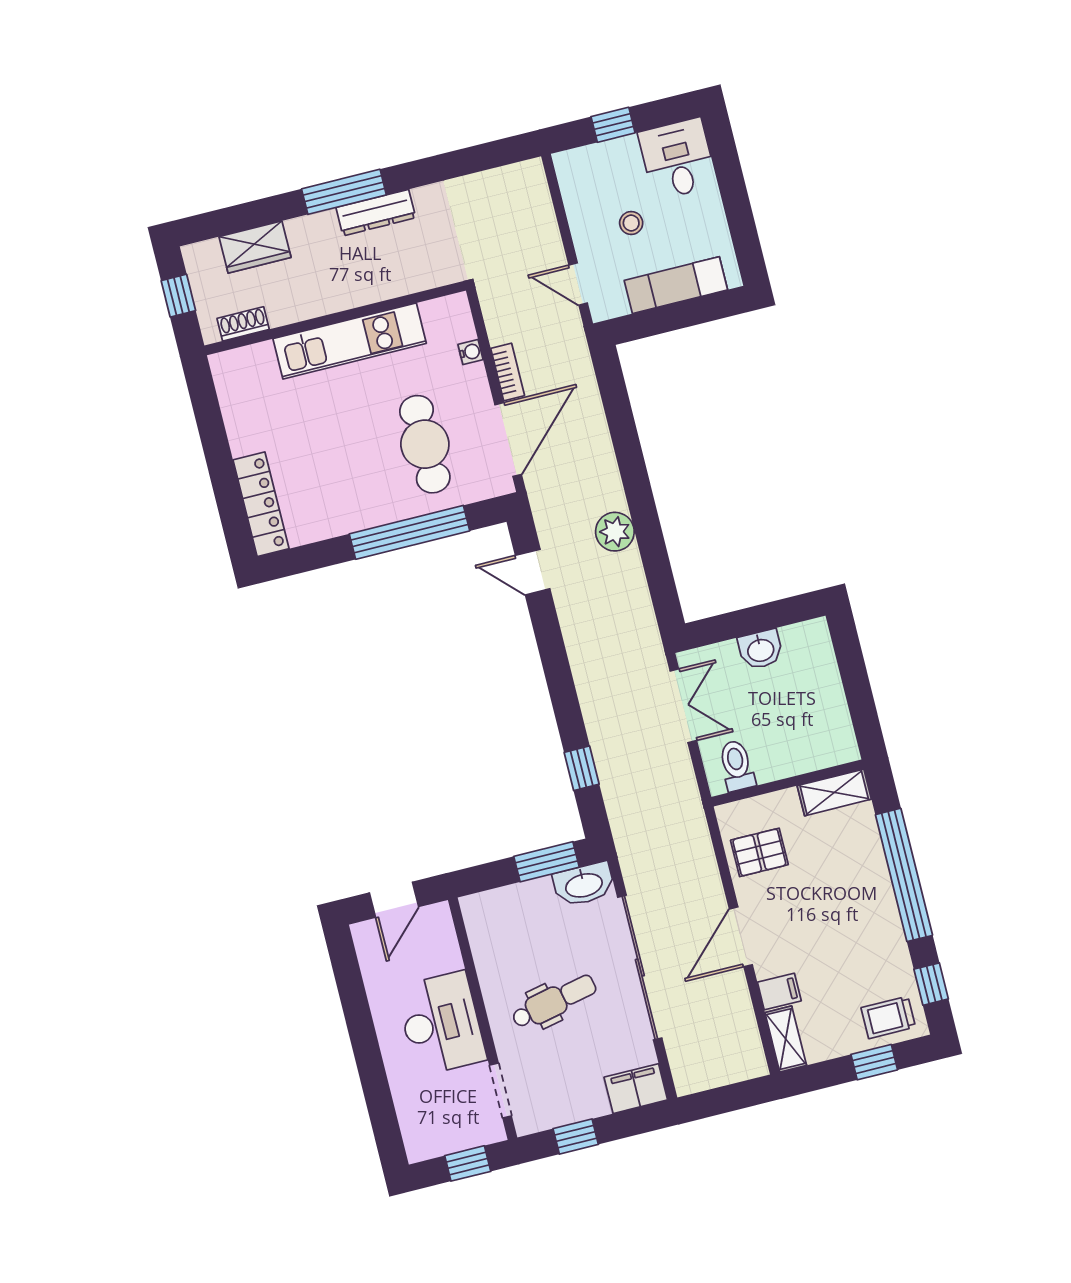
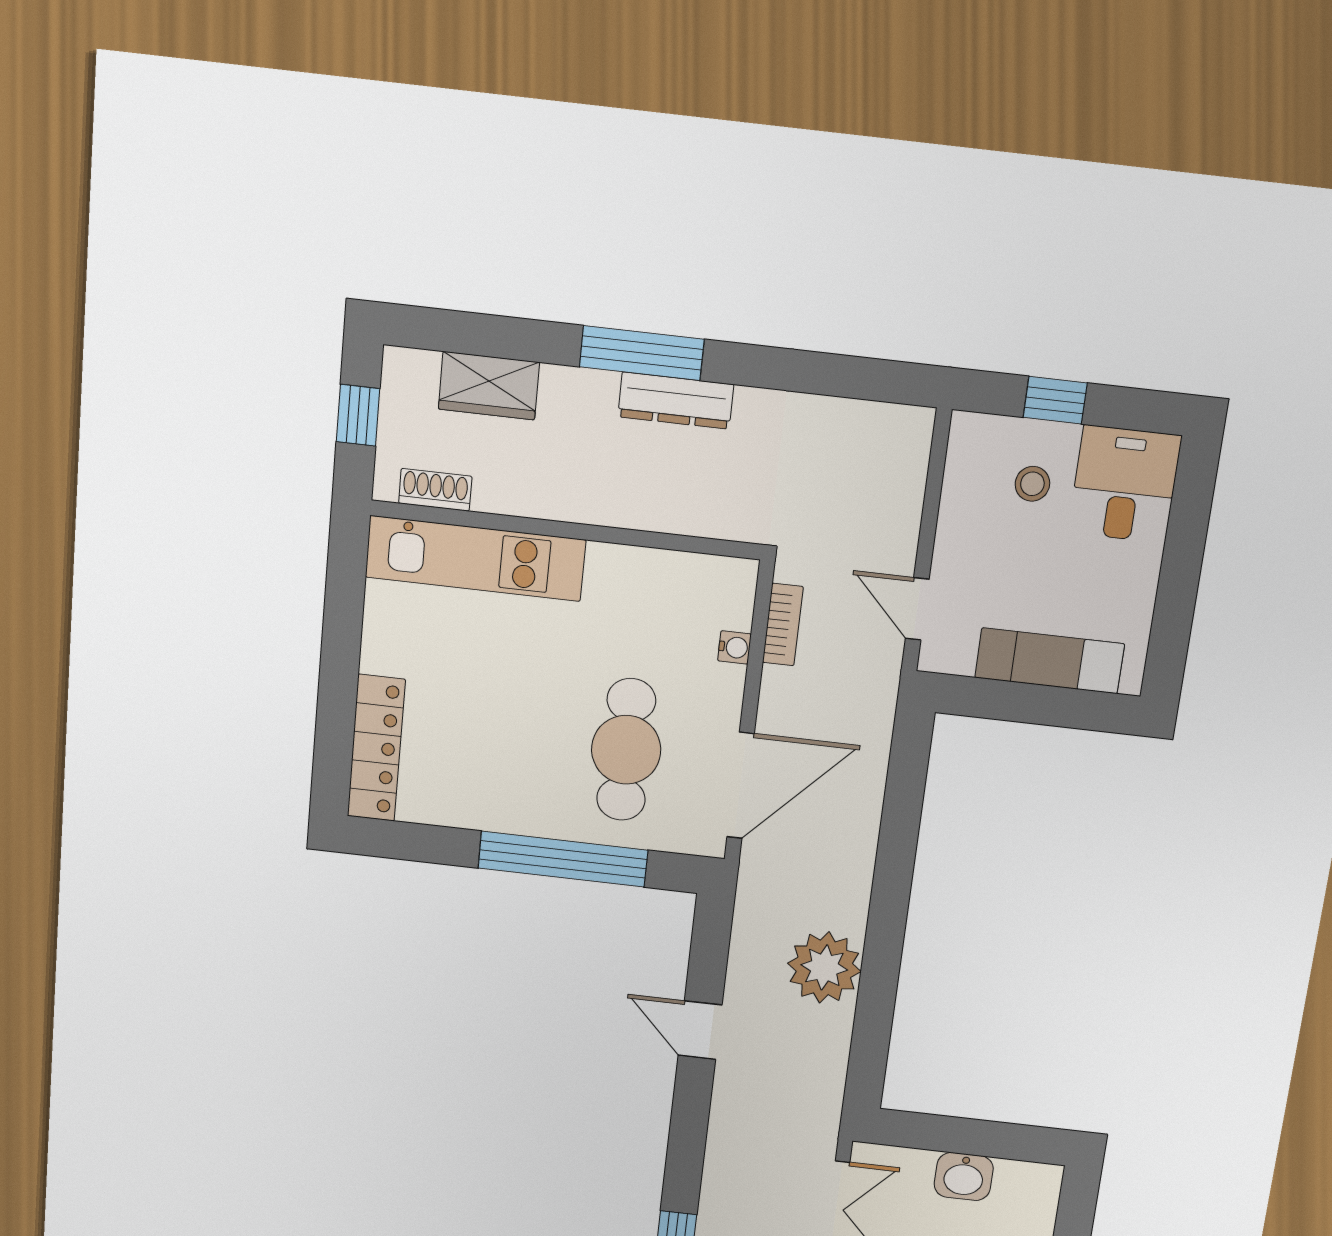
stool: (631, 223) -> (1032, 484), moved
kitchen unit: (350, 341) -> (475, 558), moved
bookcase: (508, 372) -> (783, 625), moved
plant: (615, 532) -> (824, 967), width x1.36, depth x1.36
door: (533, 572) -> (700, 1030), moved

